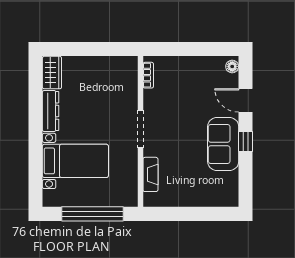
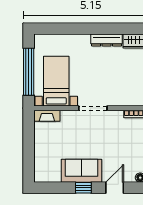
bed with nightstands: (75, 161) -> (56, 81), moved, turned 180
fireplace: (150, 174) -> (47, 116), moved

